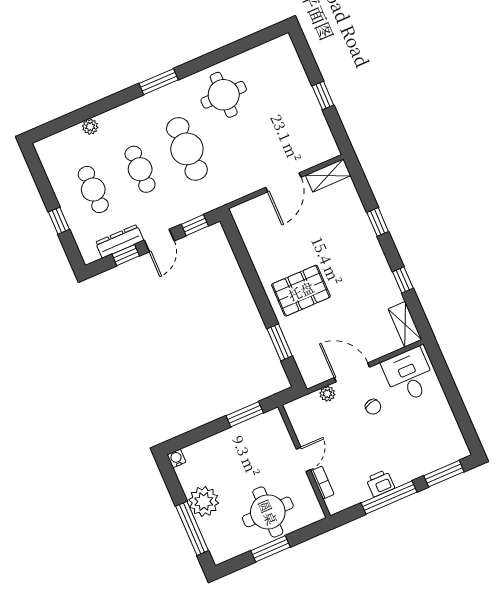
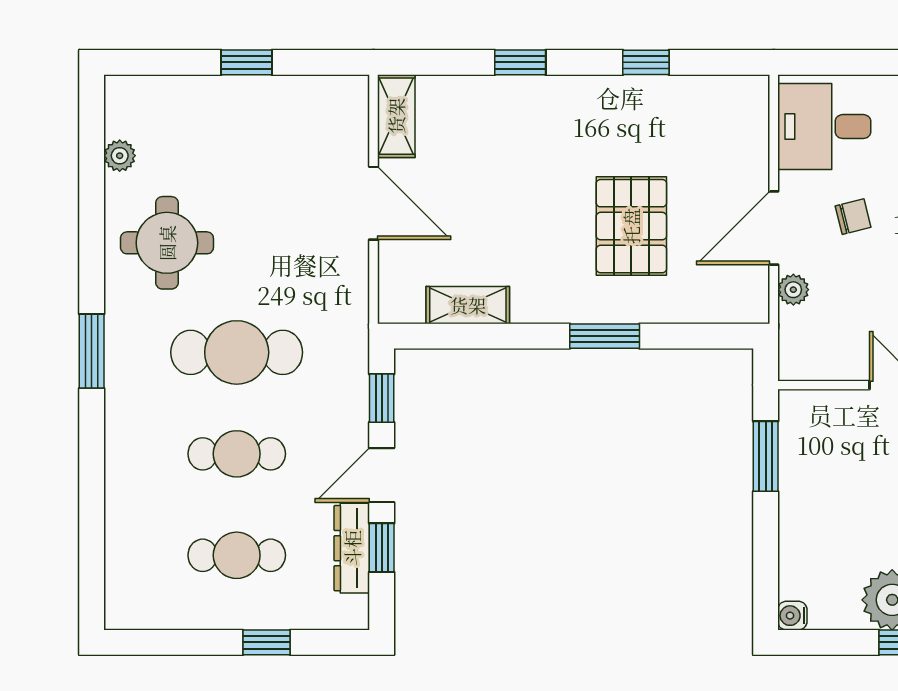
plant: (90, 127) -> (120, 156), moved
door: (159, 241) -> (382, 475), swing flipped
pallet: (301, 291) -> (631, 226), moved
shelving: (405, 324) -> (468, 305), moved
window: (280, 342) -> (605, 336), moved

